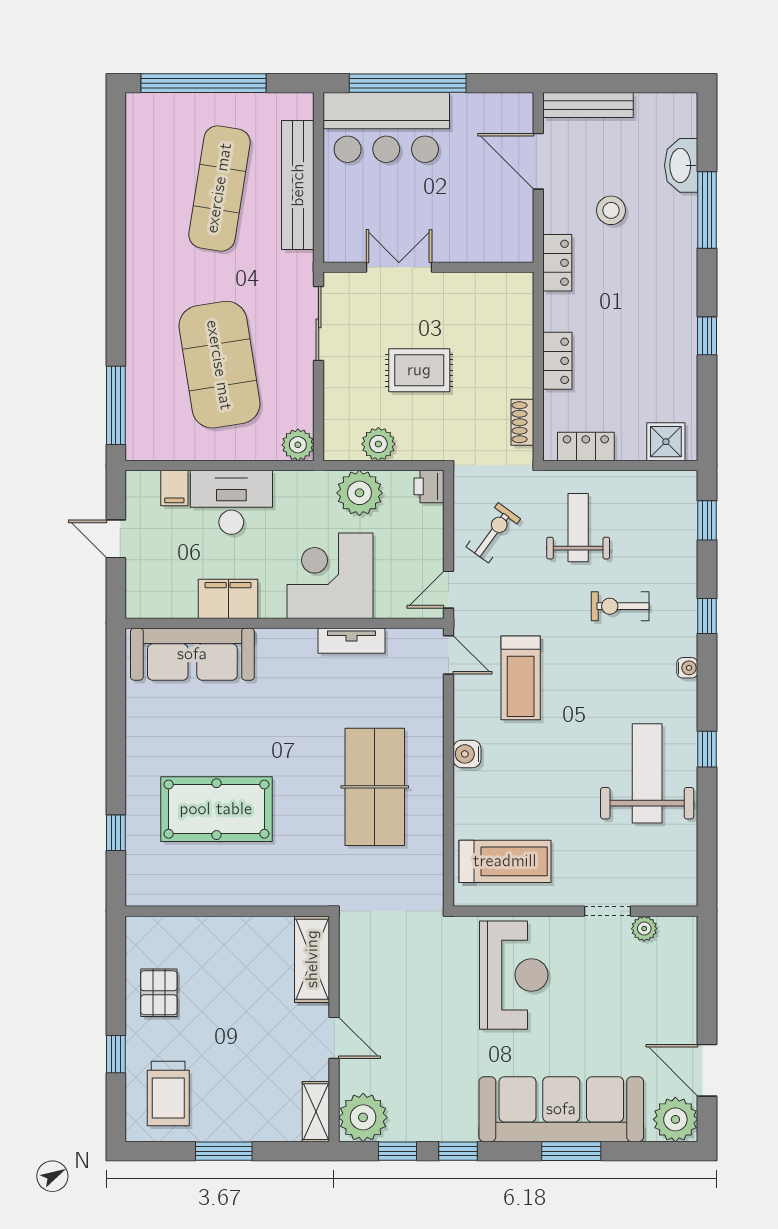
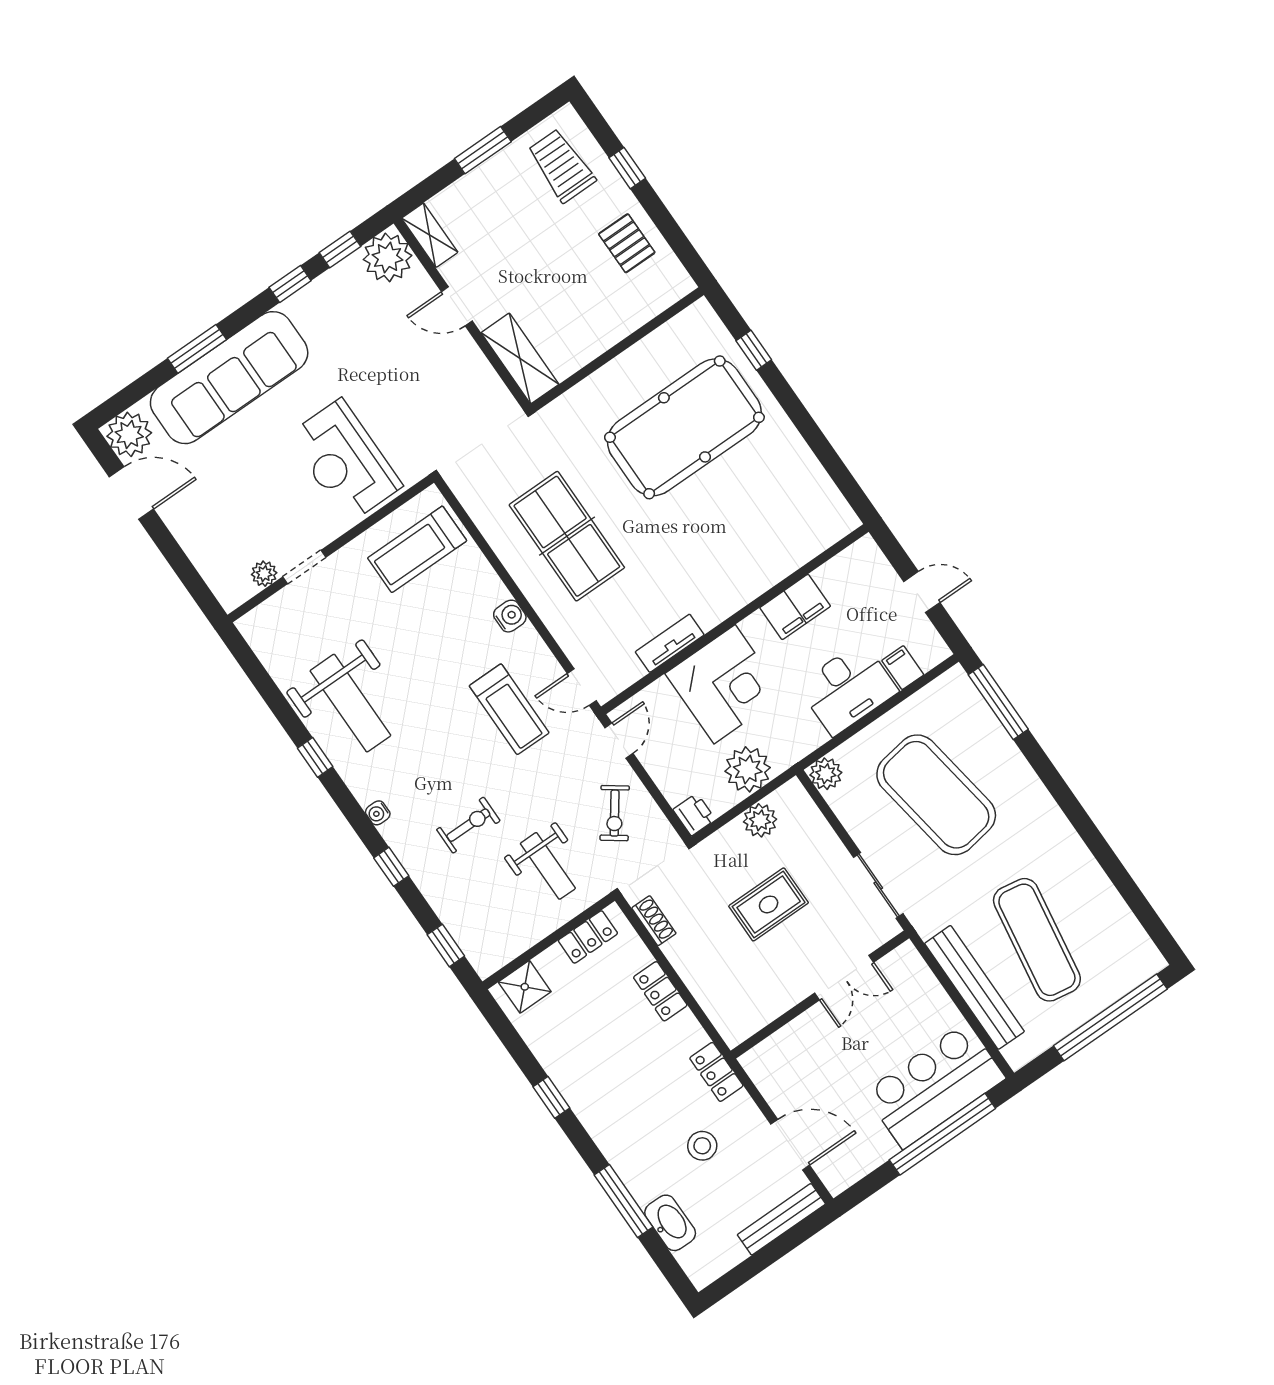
sofa: (192, 654) -> (793, 541), removed
treadmill: (521, 678) -> (509, 709), turned 180
pool table: (216, 809) -> (684, 427), width x1.36, depth x1.32

